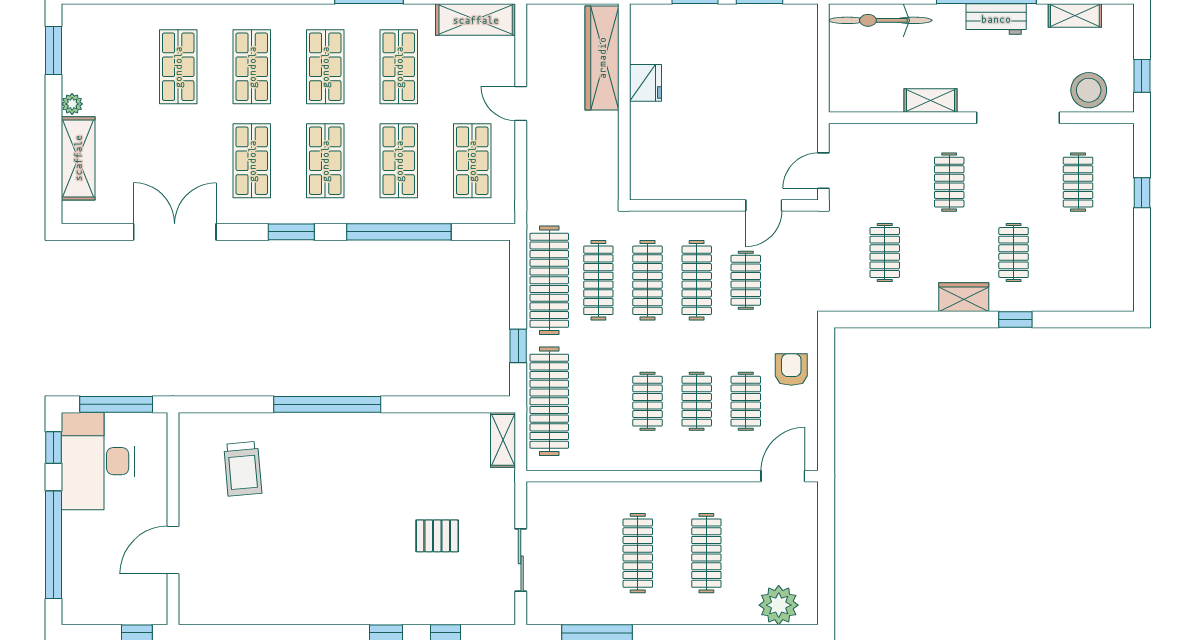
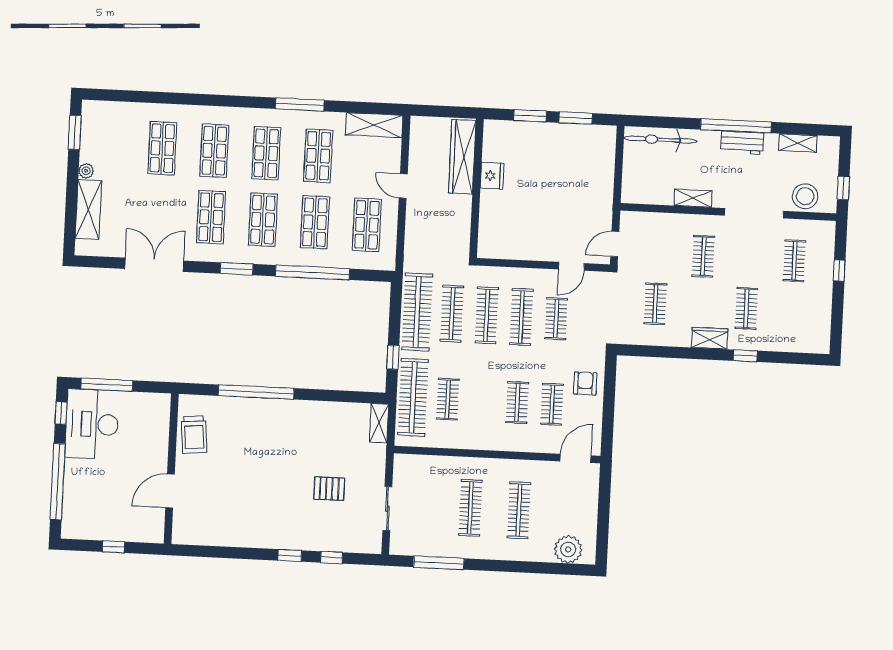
clothes rail: (648, 401) -> (448, 399), moved
wall: (173, 519) -> (171, 469), moved
door: (173, 550) -> (170, 491), moved

